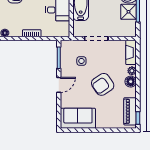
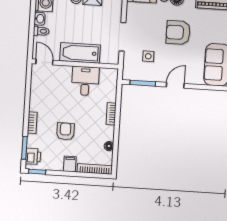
armchair: (103, 84) -> (178, 32), turned 125
door: (59, 85) -> (175, 85), hinge flipped

